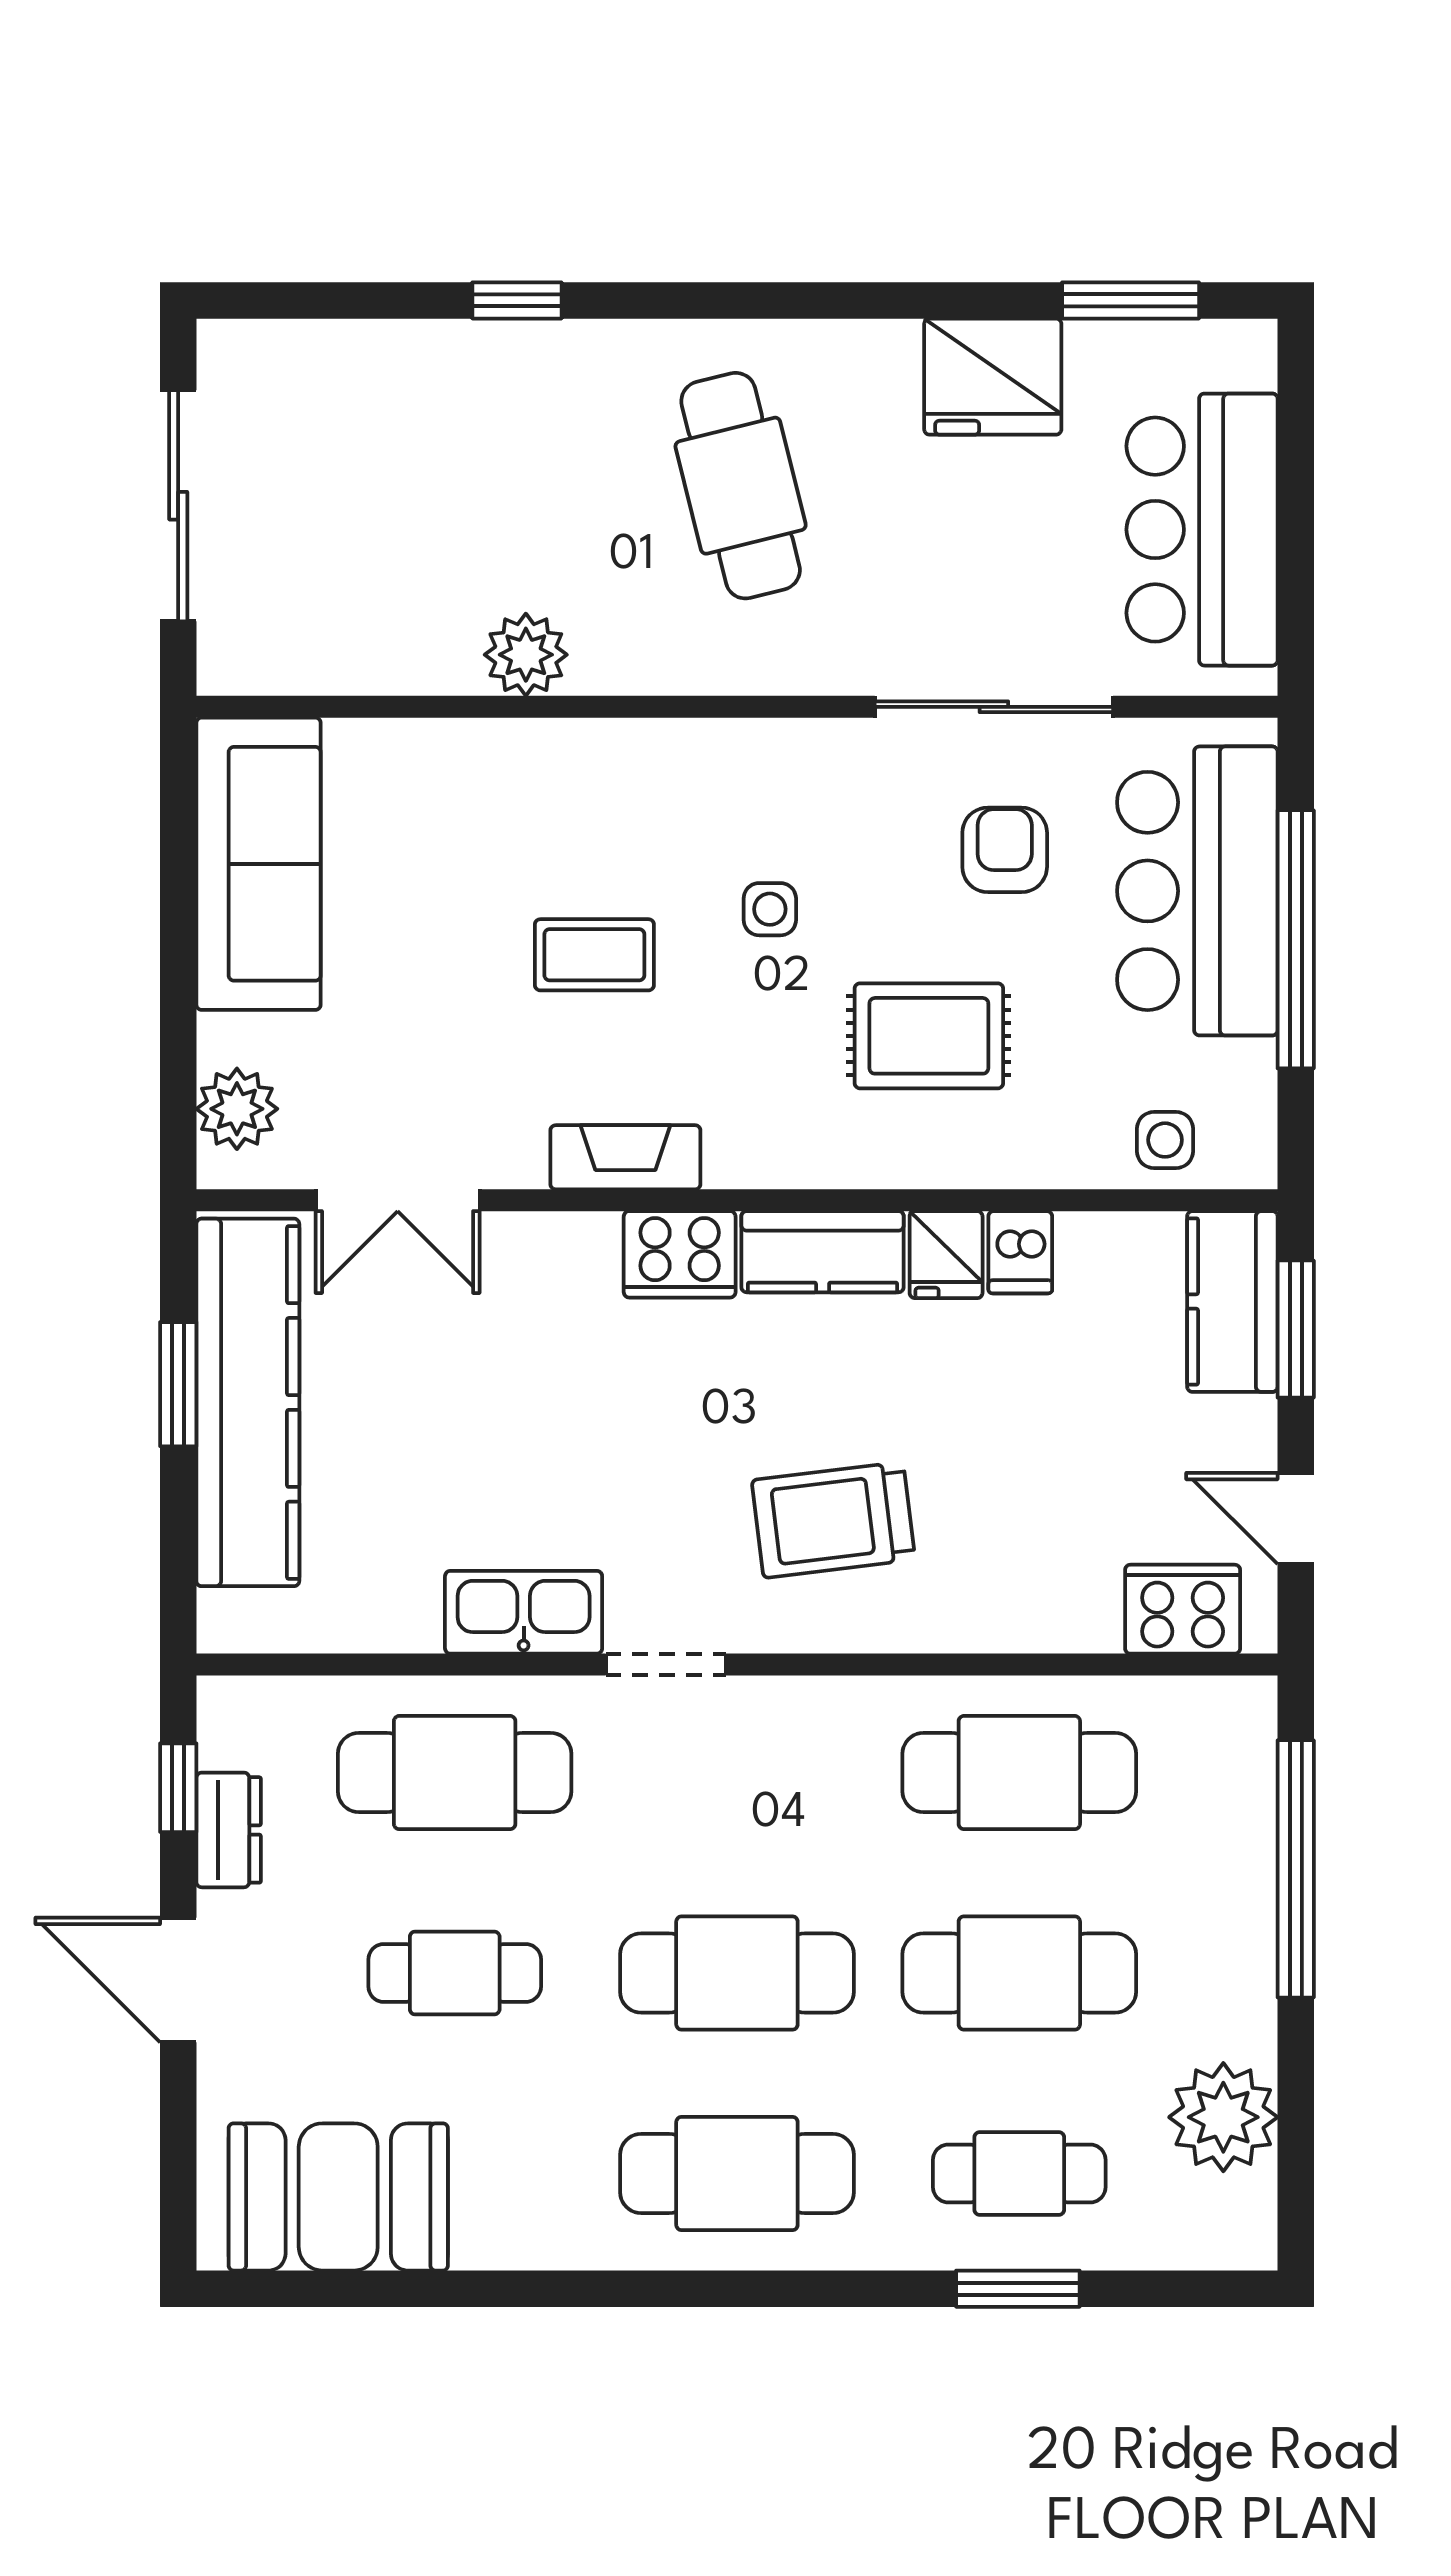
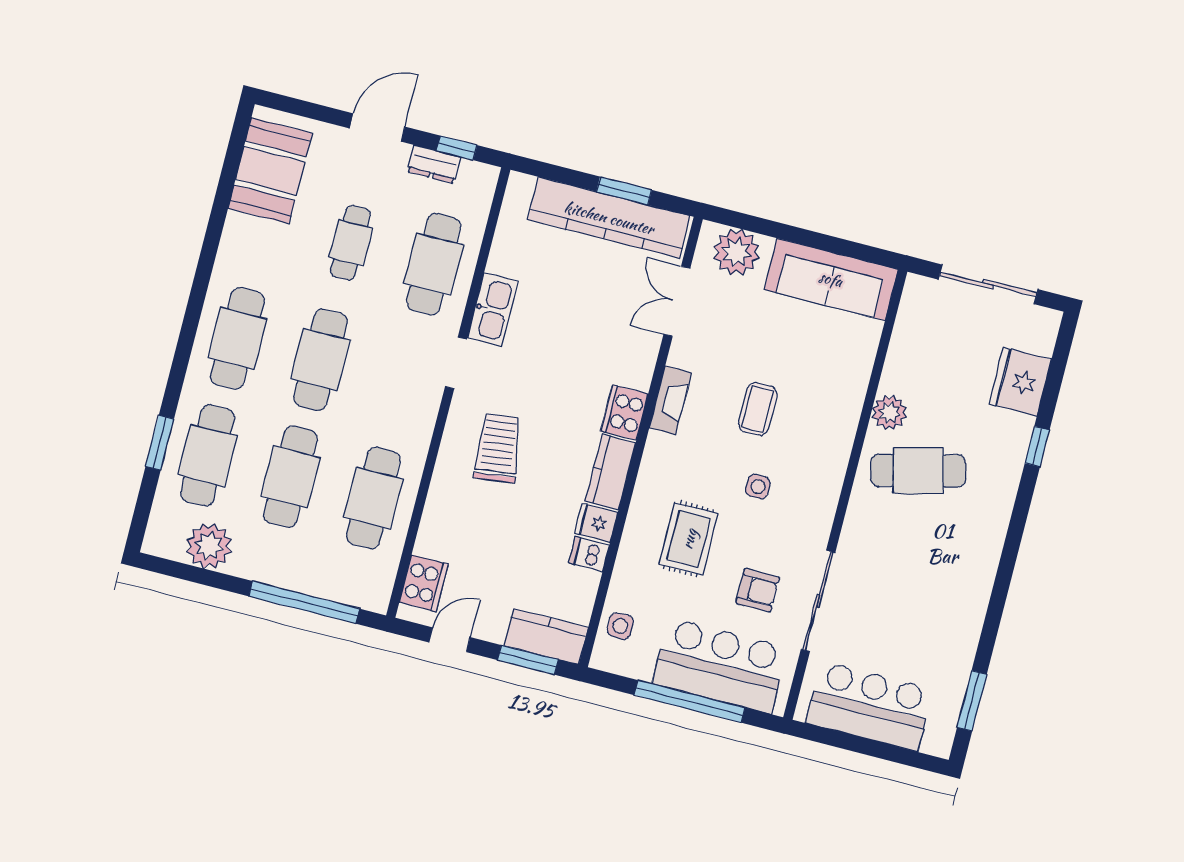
fridge: (993, 377) -> (1020, 382), moved
cafe table: (741, 486) -> (918, 471), moved
plant: (237, 1109) -> (736, 252), width x1.36, depth x1.36
cafe table: (1019, 2173) -> (207, 455), width x1.37, depth x1.35

